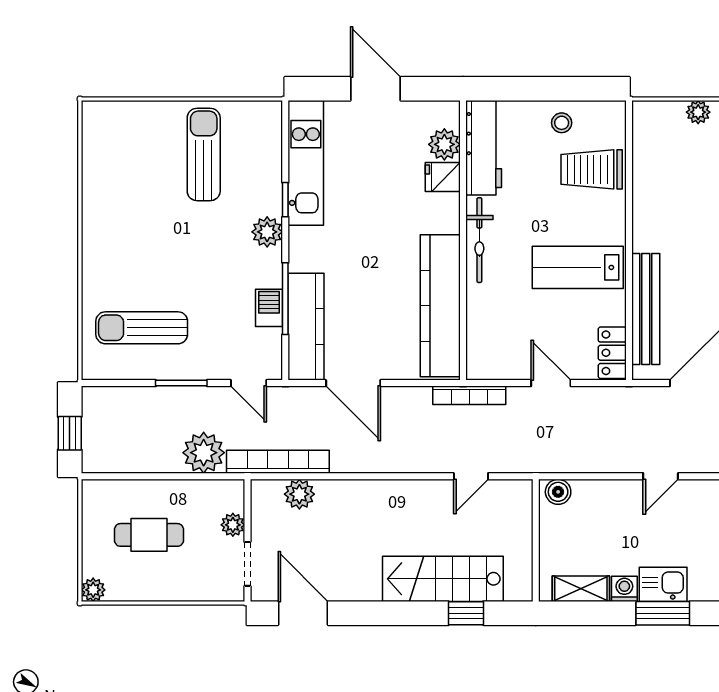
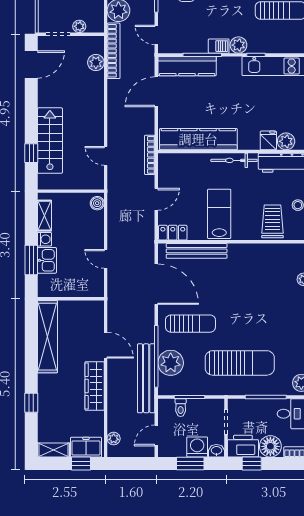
barbecue: (269, 308) -> (219, 46), moved
door: (249, 383) -> (156, 35), hinge flipped

